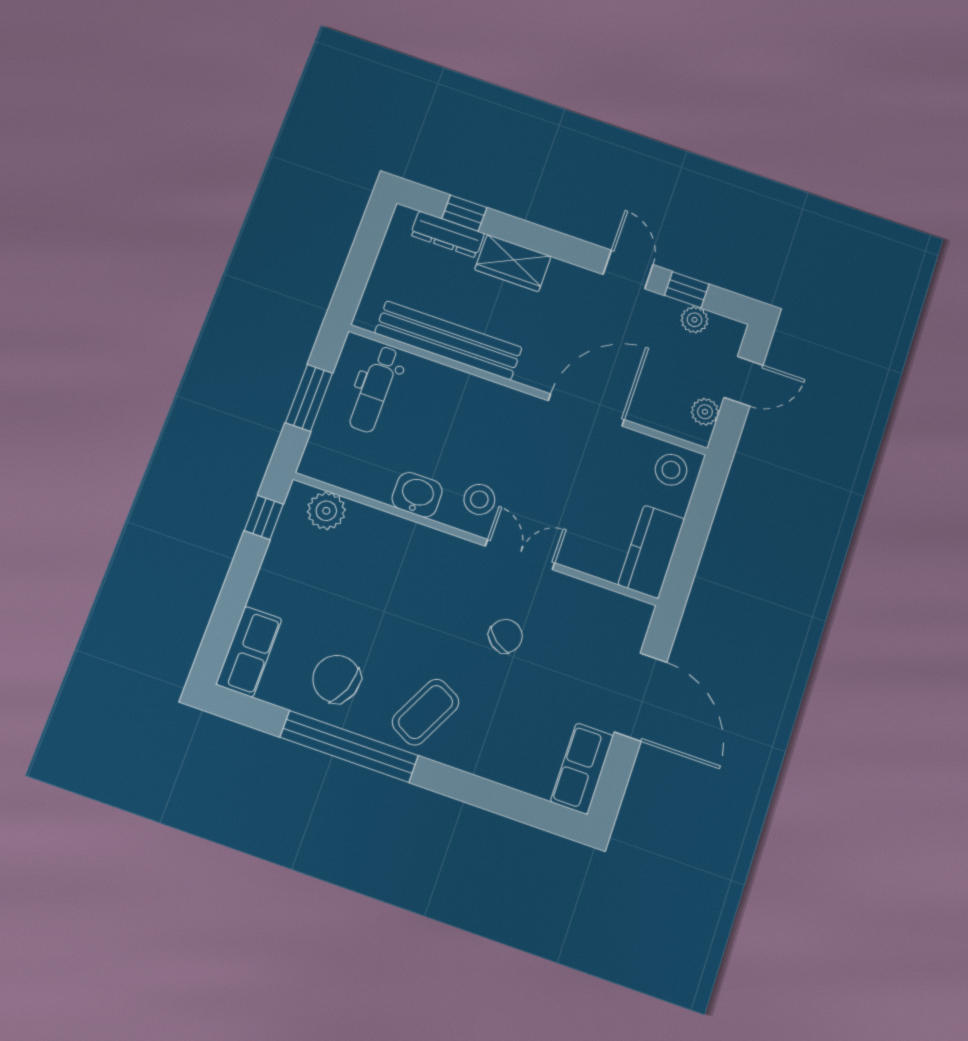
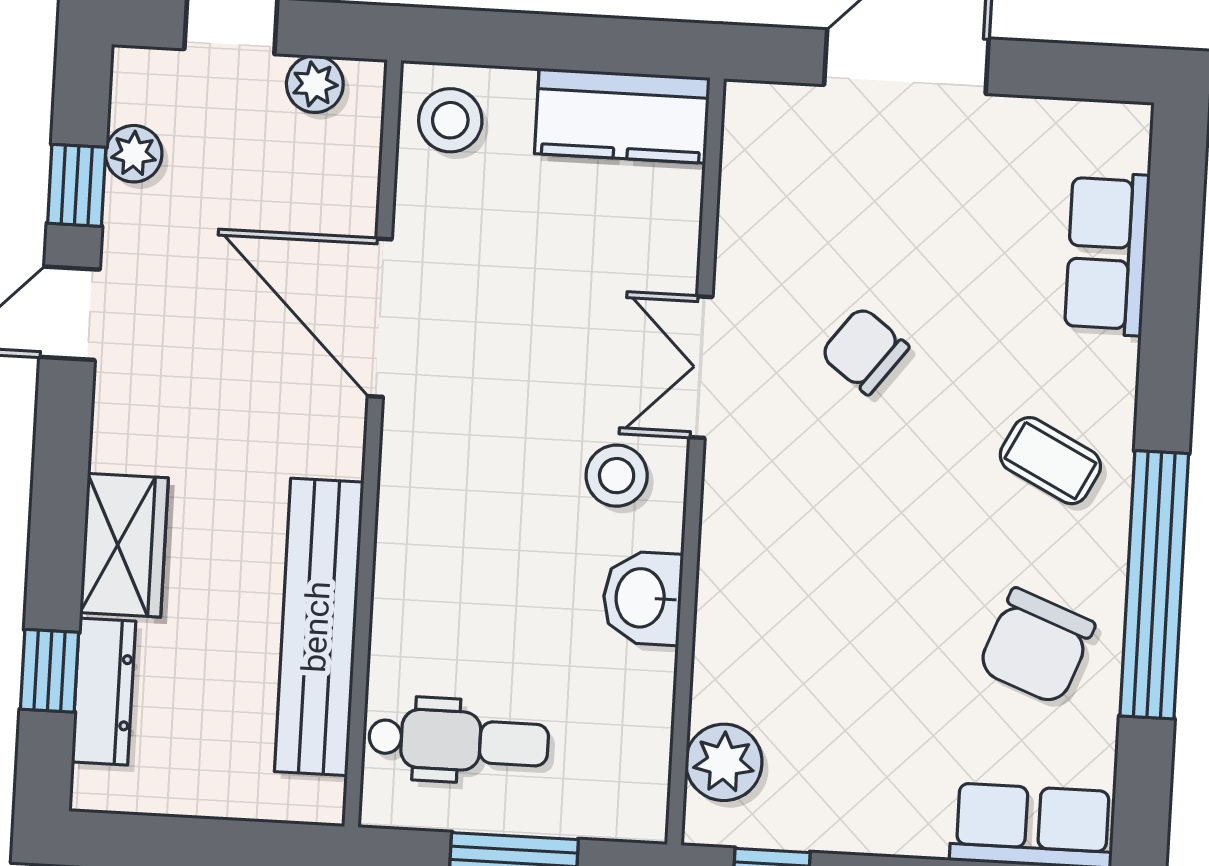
coffee table: (426, 712) -> (1050, 461), width x0.73, depth x0.77
row of seats: (582, 769) -> (1107, 254), moved, turned 90

